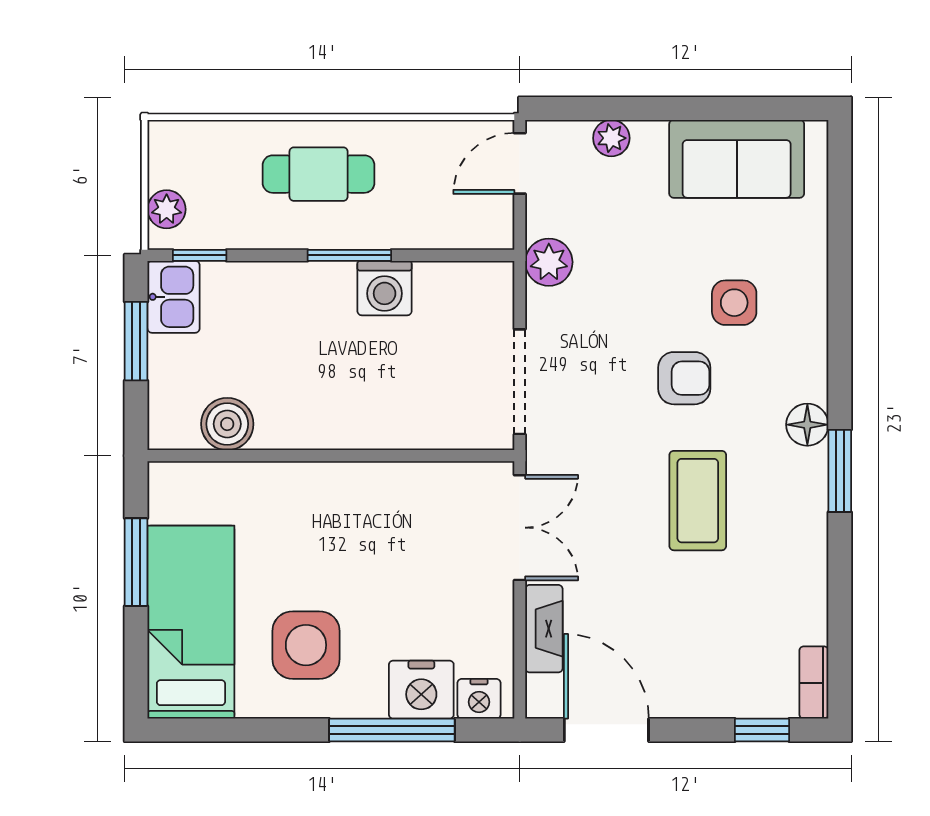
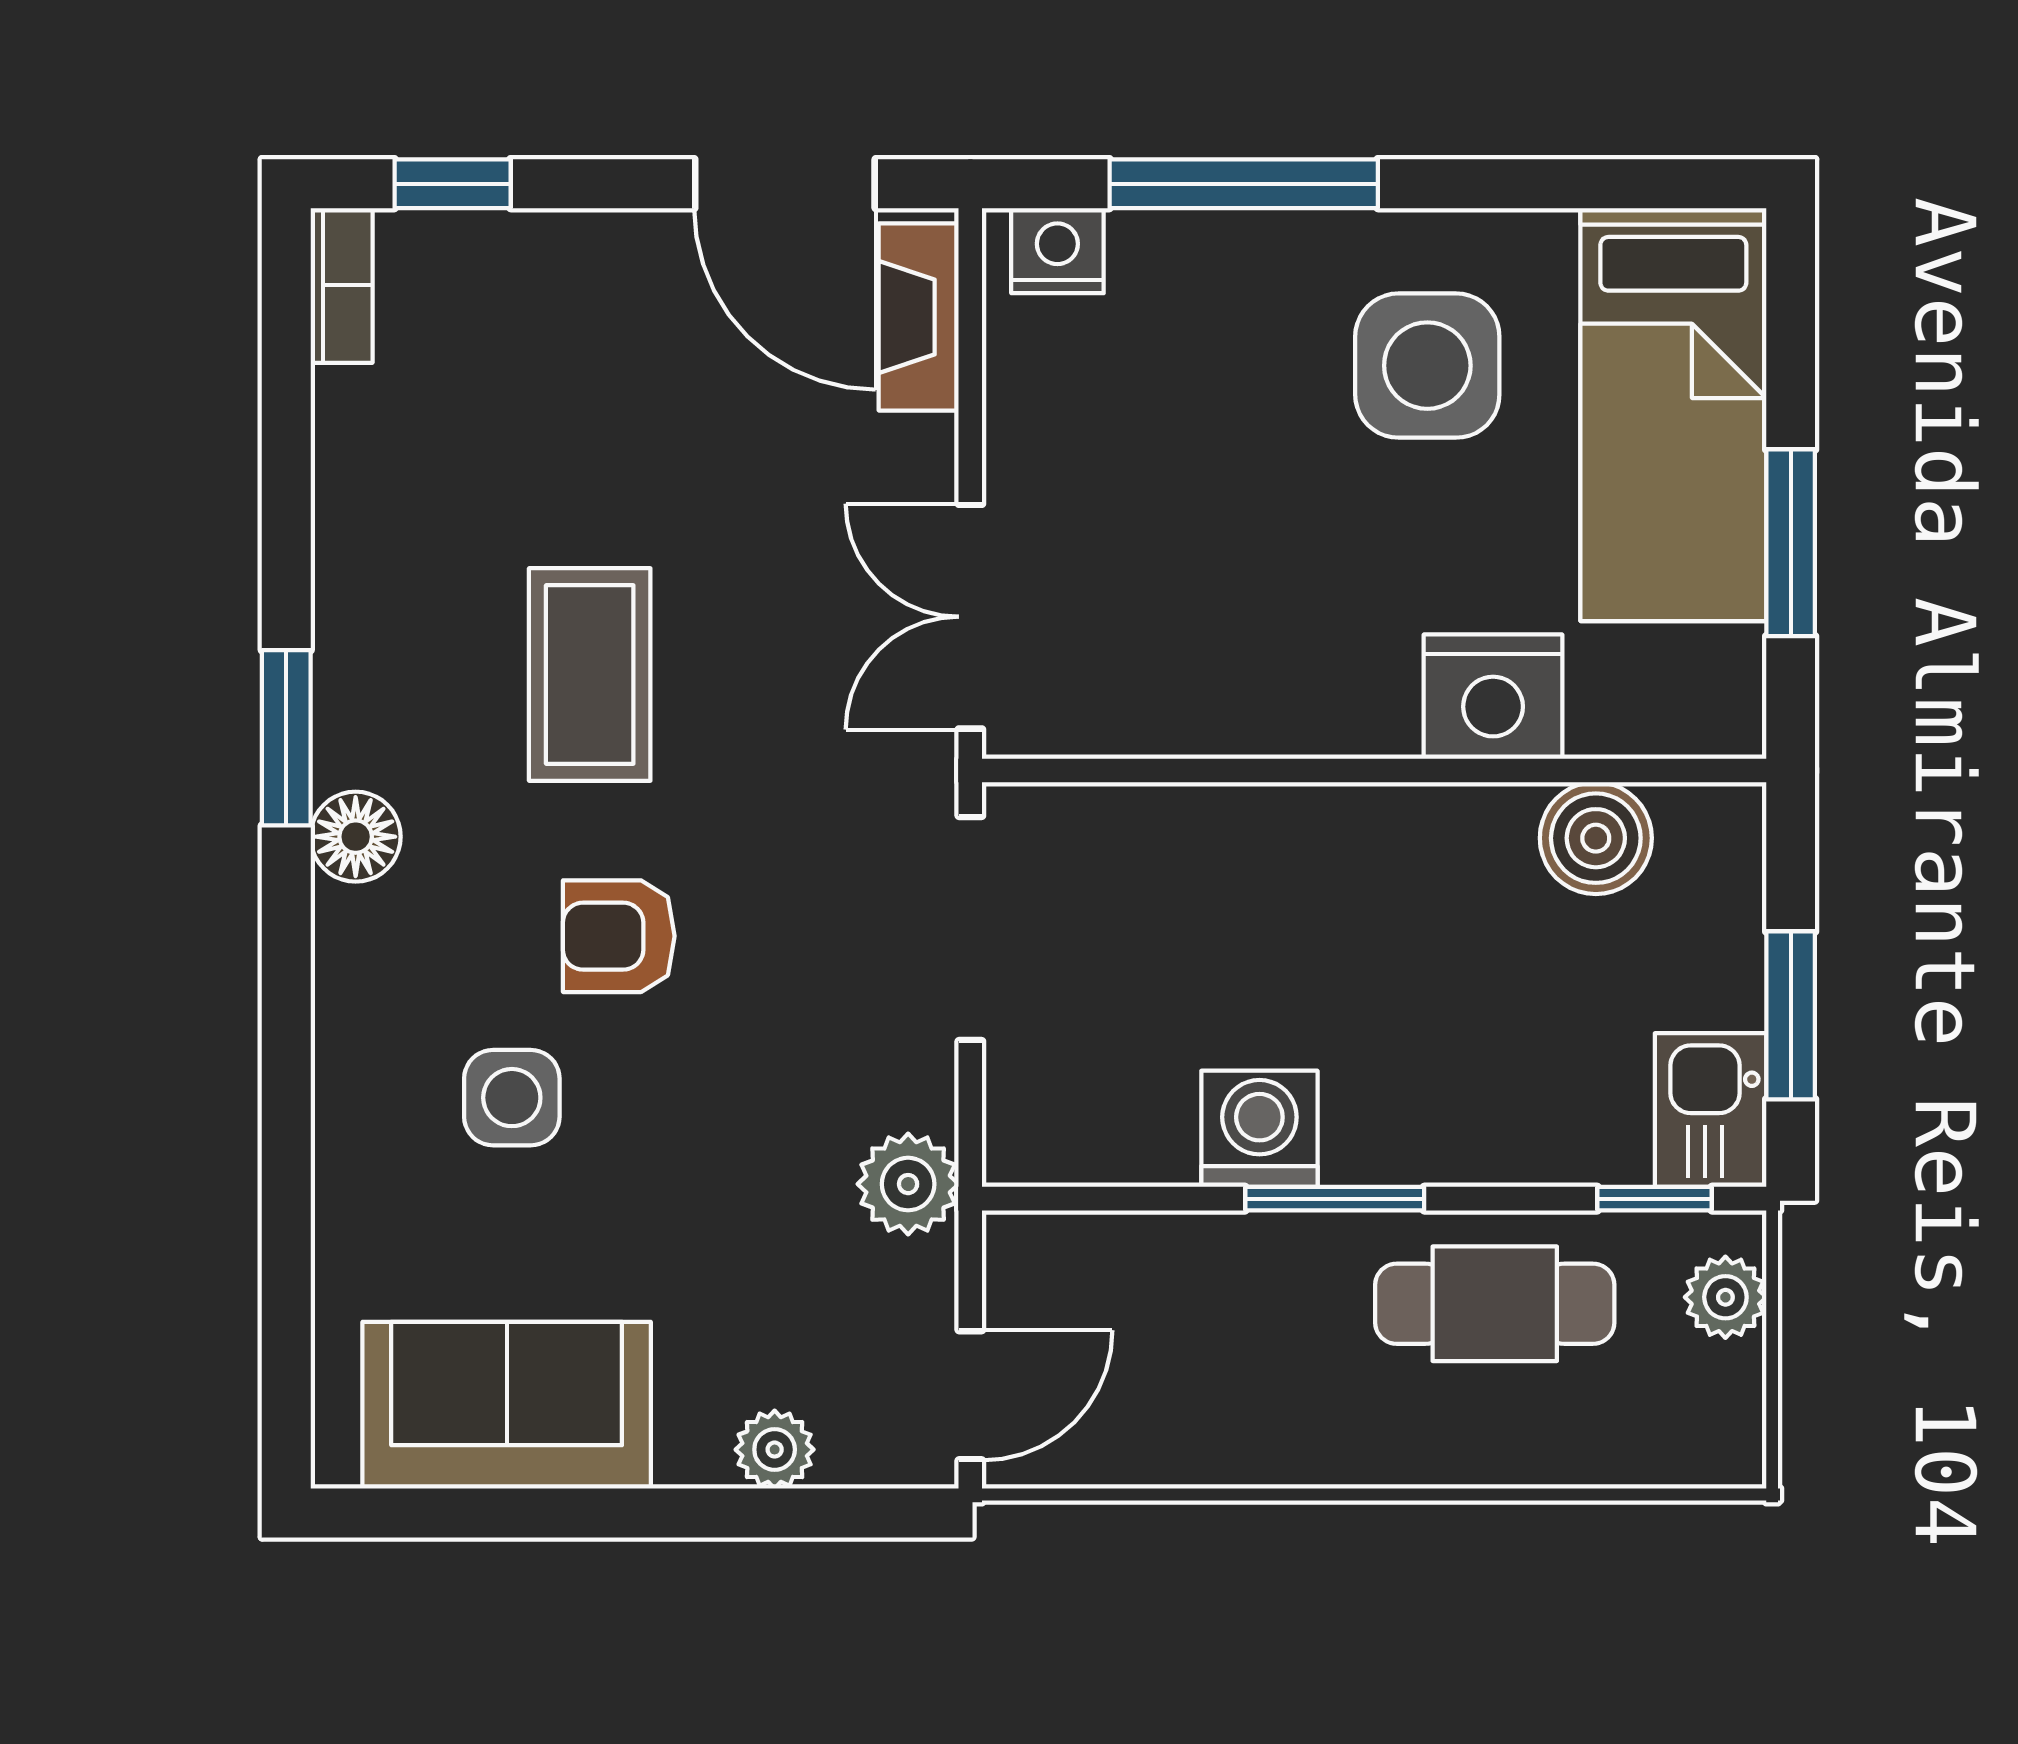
cafe table: (319, 174) -> (1495, 1304), moved
fireplace: (544, 629) -> (919, 317), moved
nightstand: (421, 690) -> (1493, 697), moved, turned 180

